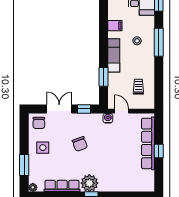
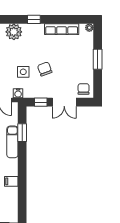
exam couch: (114, 55) -> (12, 142), moved
side table: (43, 148) -> (23, 72), moved
window: (24, 165) -> (98, 59), moved
plant: (89, 183) -> (14, 32), moved

